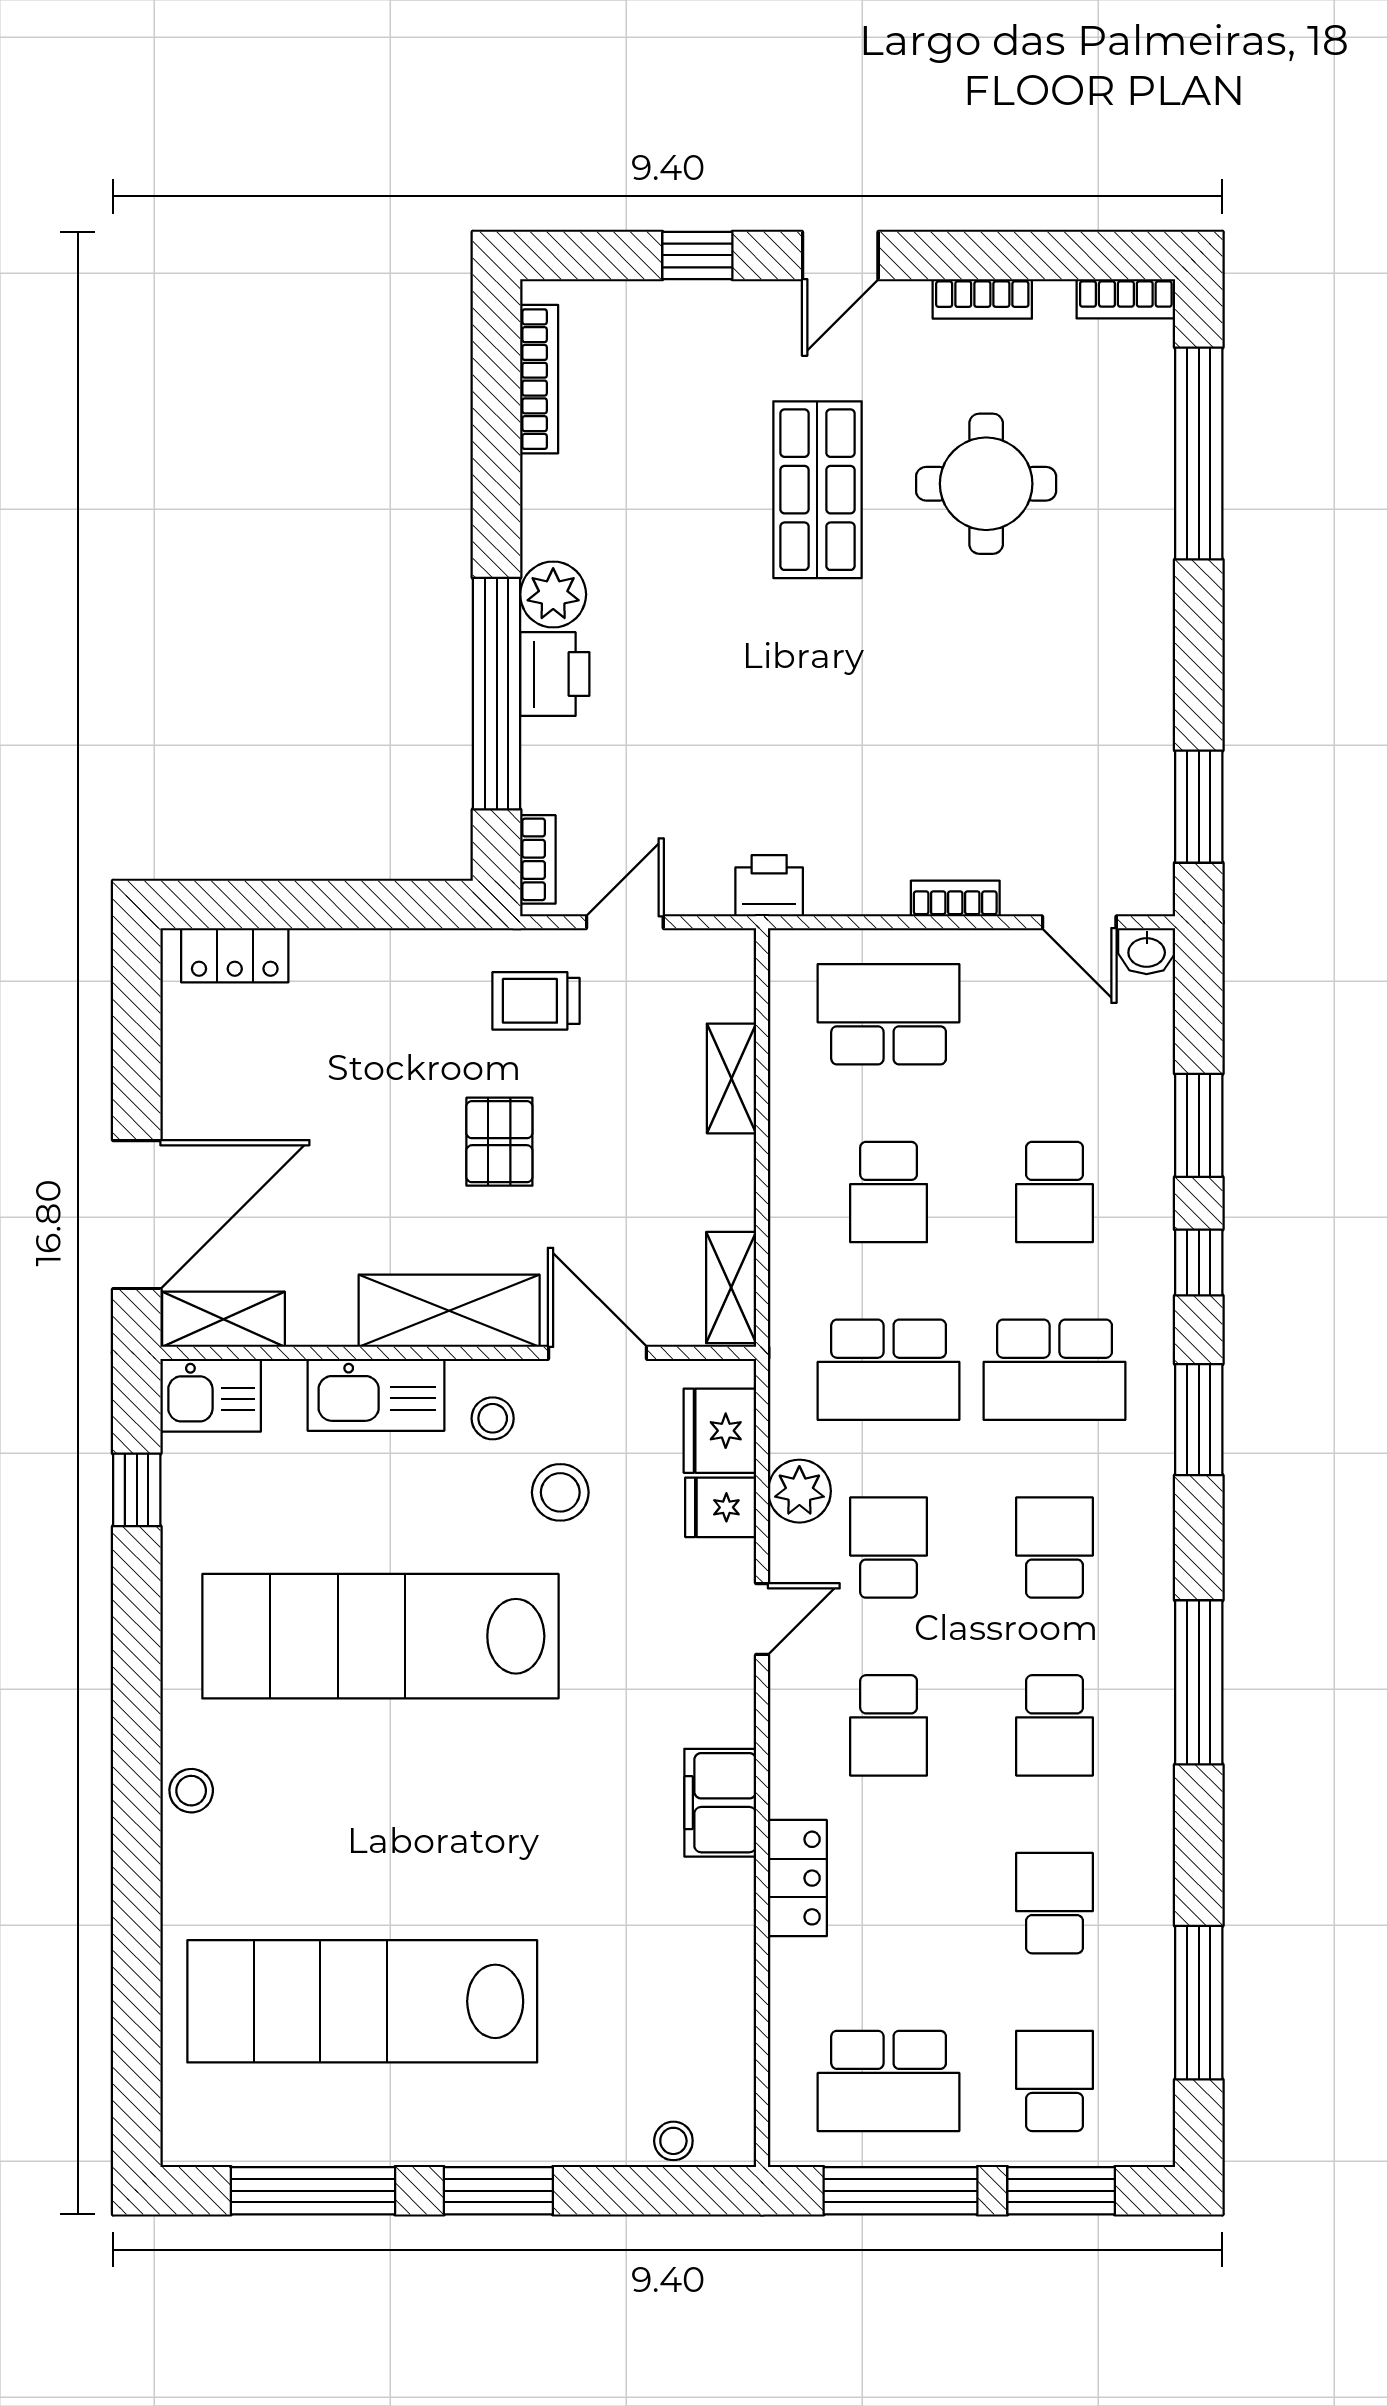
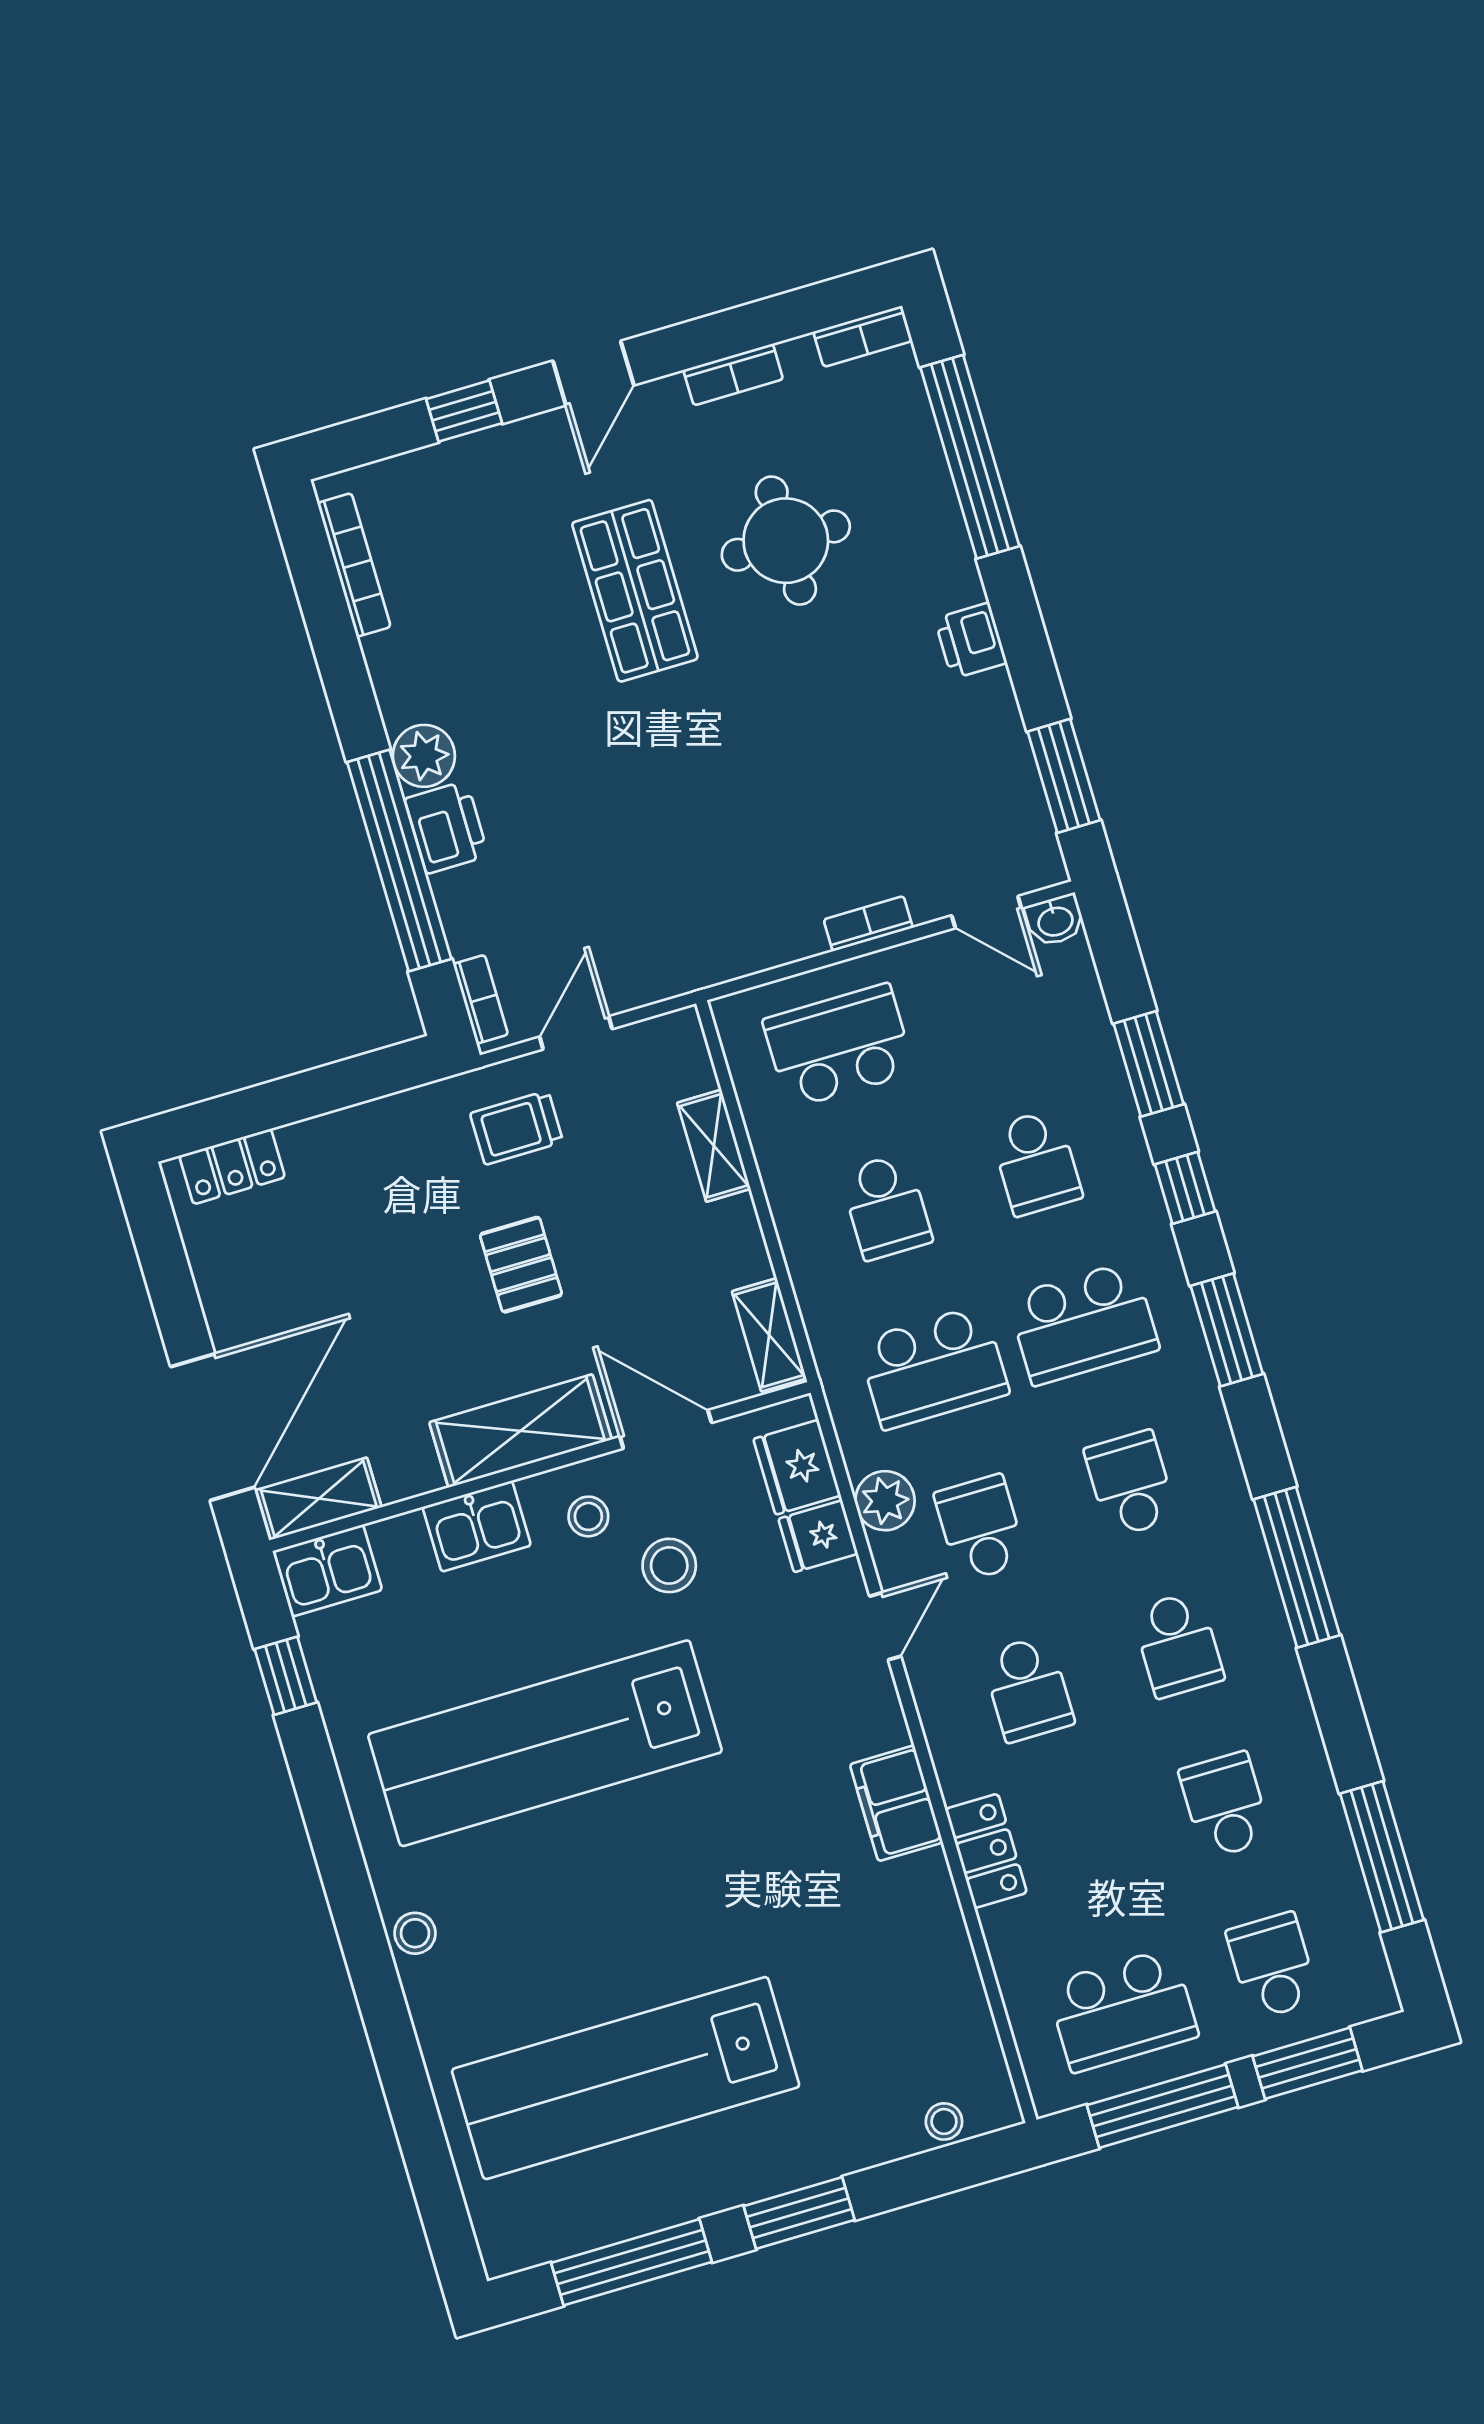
printer: (769, 886) -> (971, 641), moved, turned -90
kitchen sink: (376, 1395) -> (477, 1526), width x0.73

